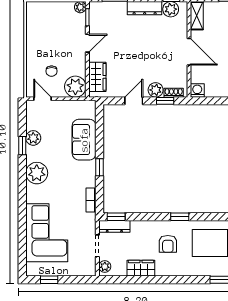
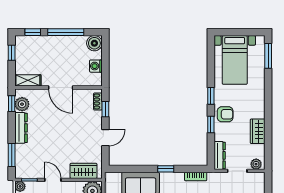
door: (189, 52) -> (61, 88), swing flipped
plant: (156, 90) -> (95, 118), removed
washing machine: (197, 90) -> (96, 66), moved
door: (134, 101) -> (105, 138), swing flipped
window: (116, 217) -> (211, 124), moved
armchair: (168, 244) -> (225, 114), moved

